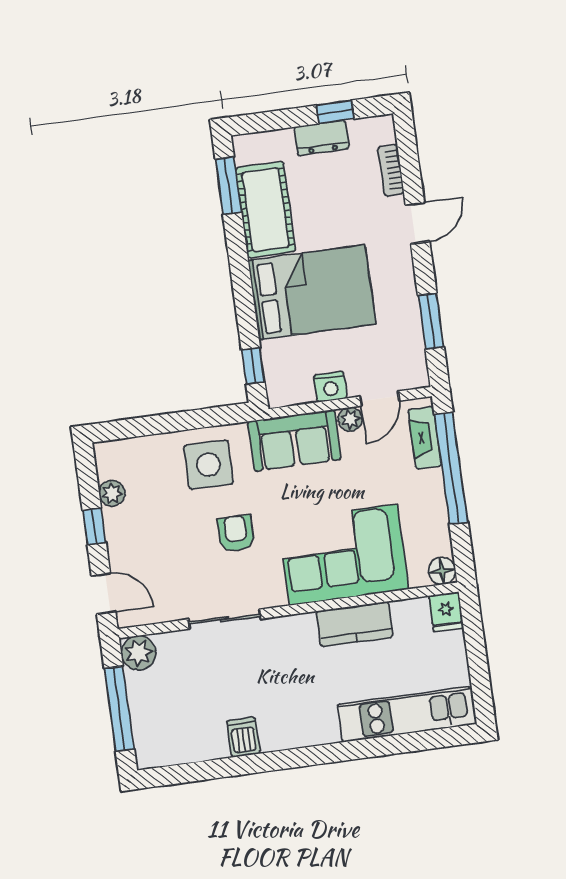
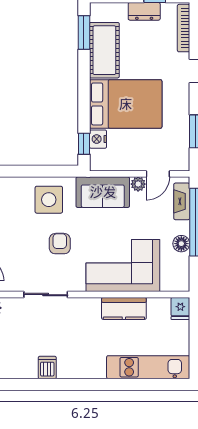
bookcase: (391, 170) -> (184, 28), width x1.56
nightstand: (330, 387) -> (98, 139), moved, turned 90
floor lamp: (442, 571) -> (181, 244), moved

